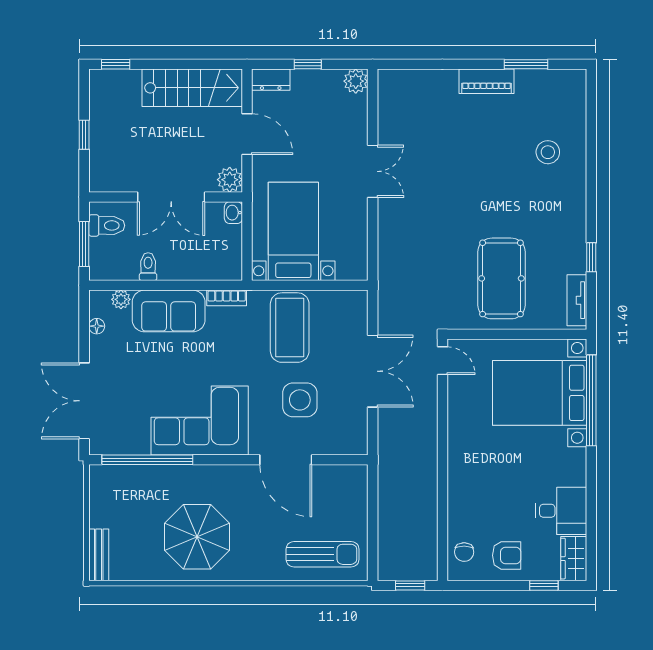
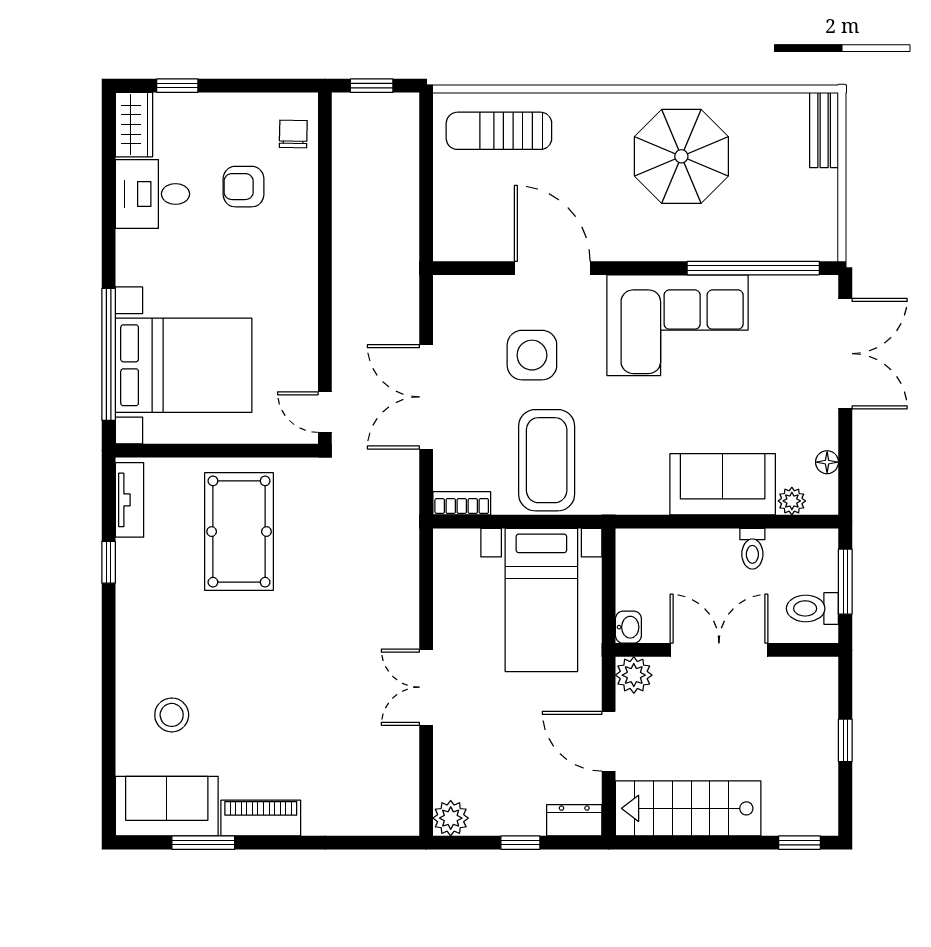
sofa: (551, 89) -> (167, 806), added
bookcase: (227, 298) -> (462, 503), moved
armchair: (507, 555) -> (243, 187), moved

